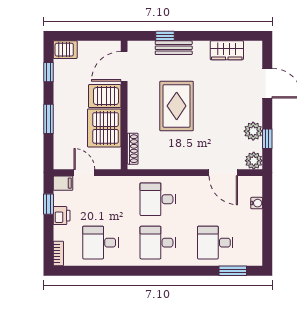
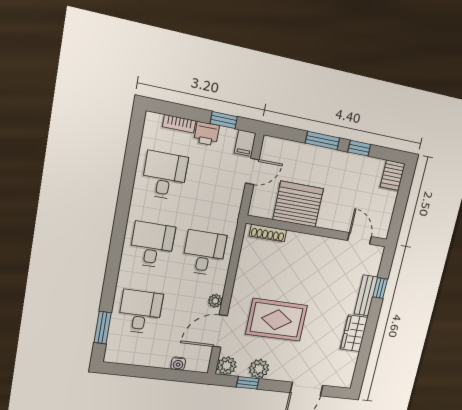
wardrobe: (227, 50) -> (354, 333), moved
door: (124, 66) -> (360, 238), width x0.73
window: (49, 72) -> (359, 148), moved
server rack: (105, 96) -> (333, 211), removed
rug: (177, 106) -> (277, 320), moved
plant: (197, 182) -> (215, 301), added
bookcase: (58, 253) -> (179, 124), moved

